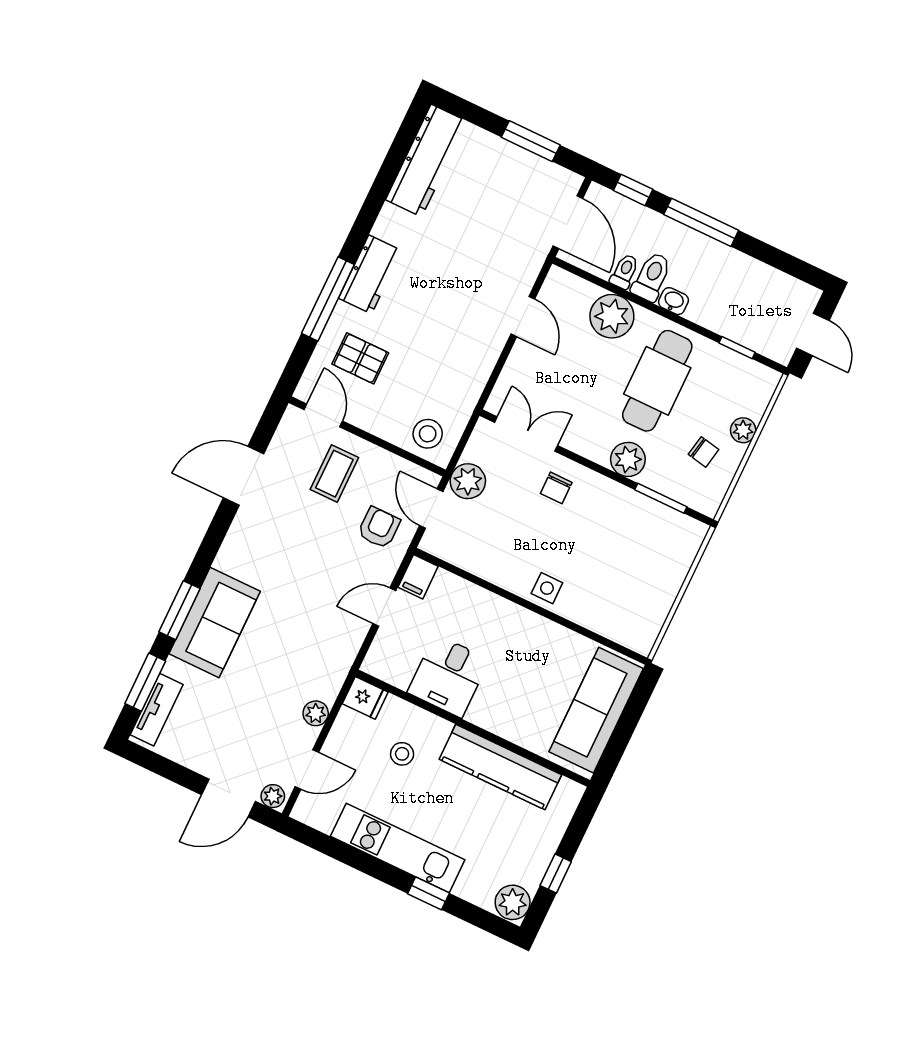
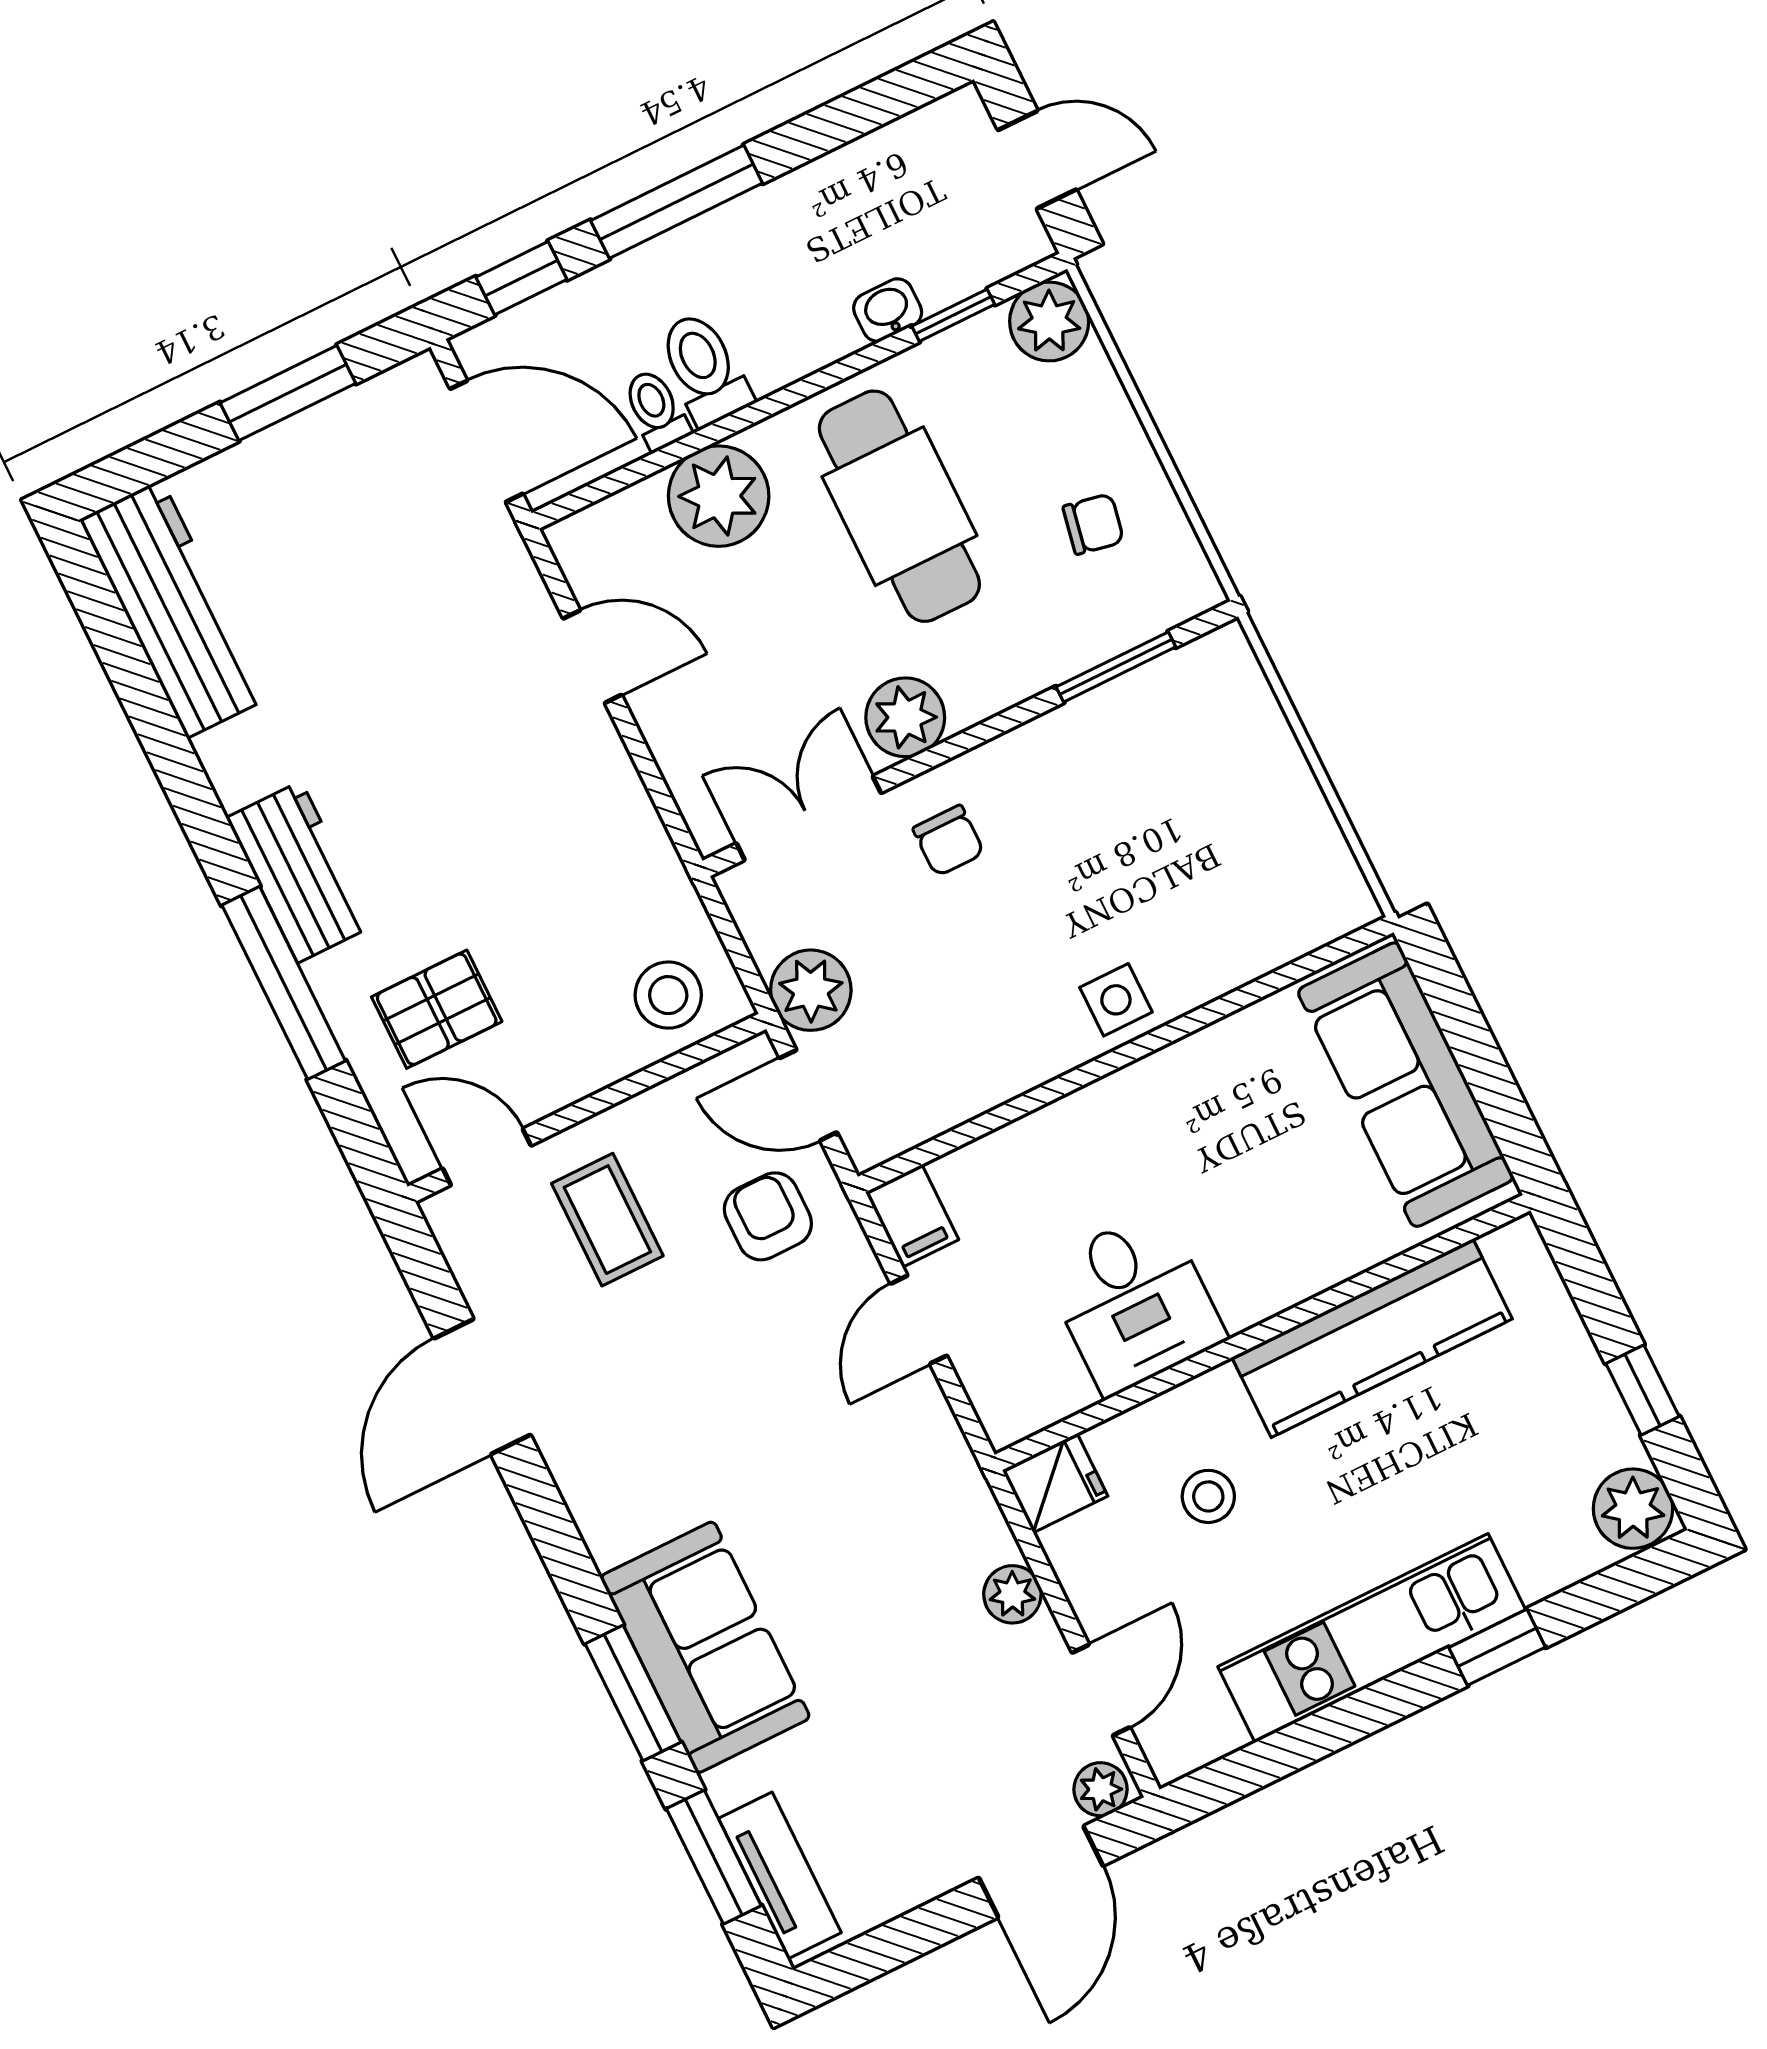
washbasin: (673, 301) -> (888, 310), moved
plant: (743, 430) -> (1049, 322), moved, width x1.38, depth x1.38
plant: (628, 459) -> (905, 717), moved

